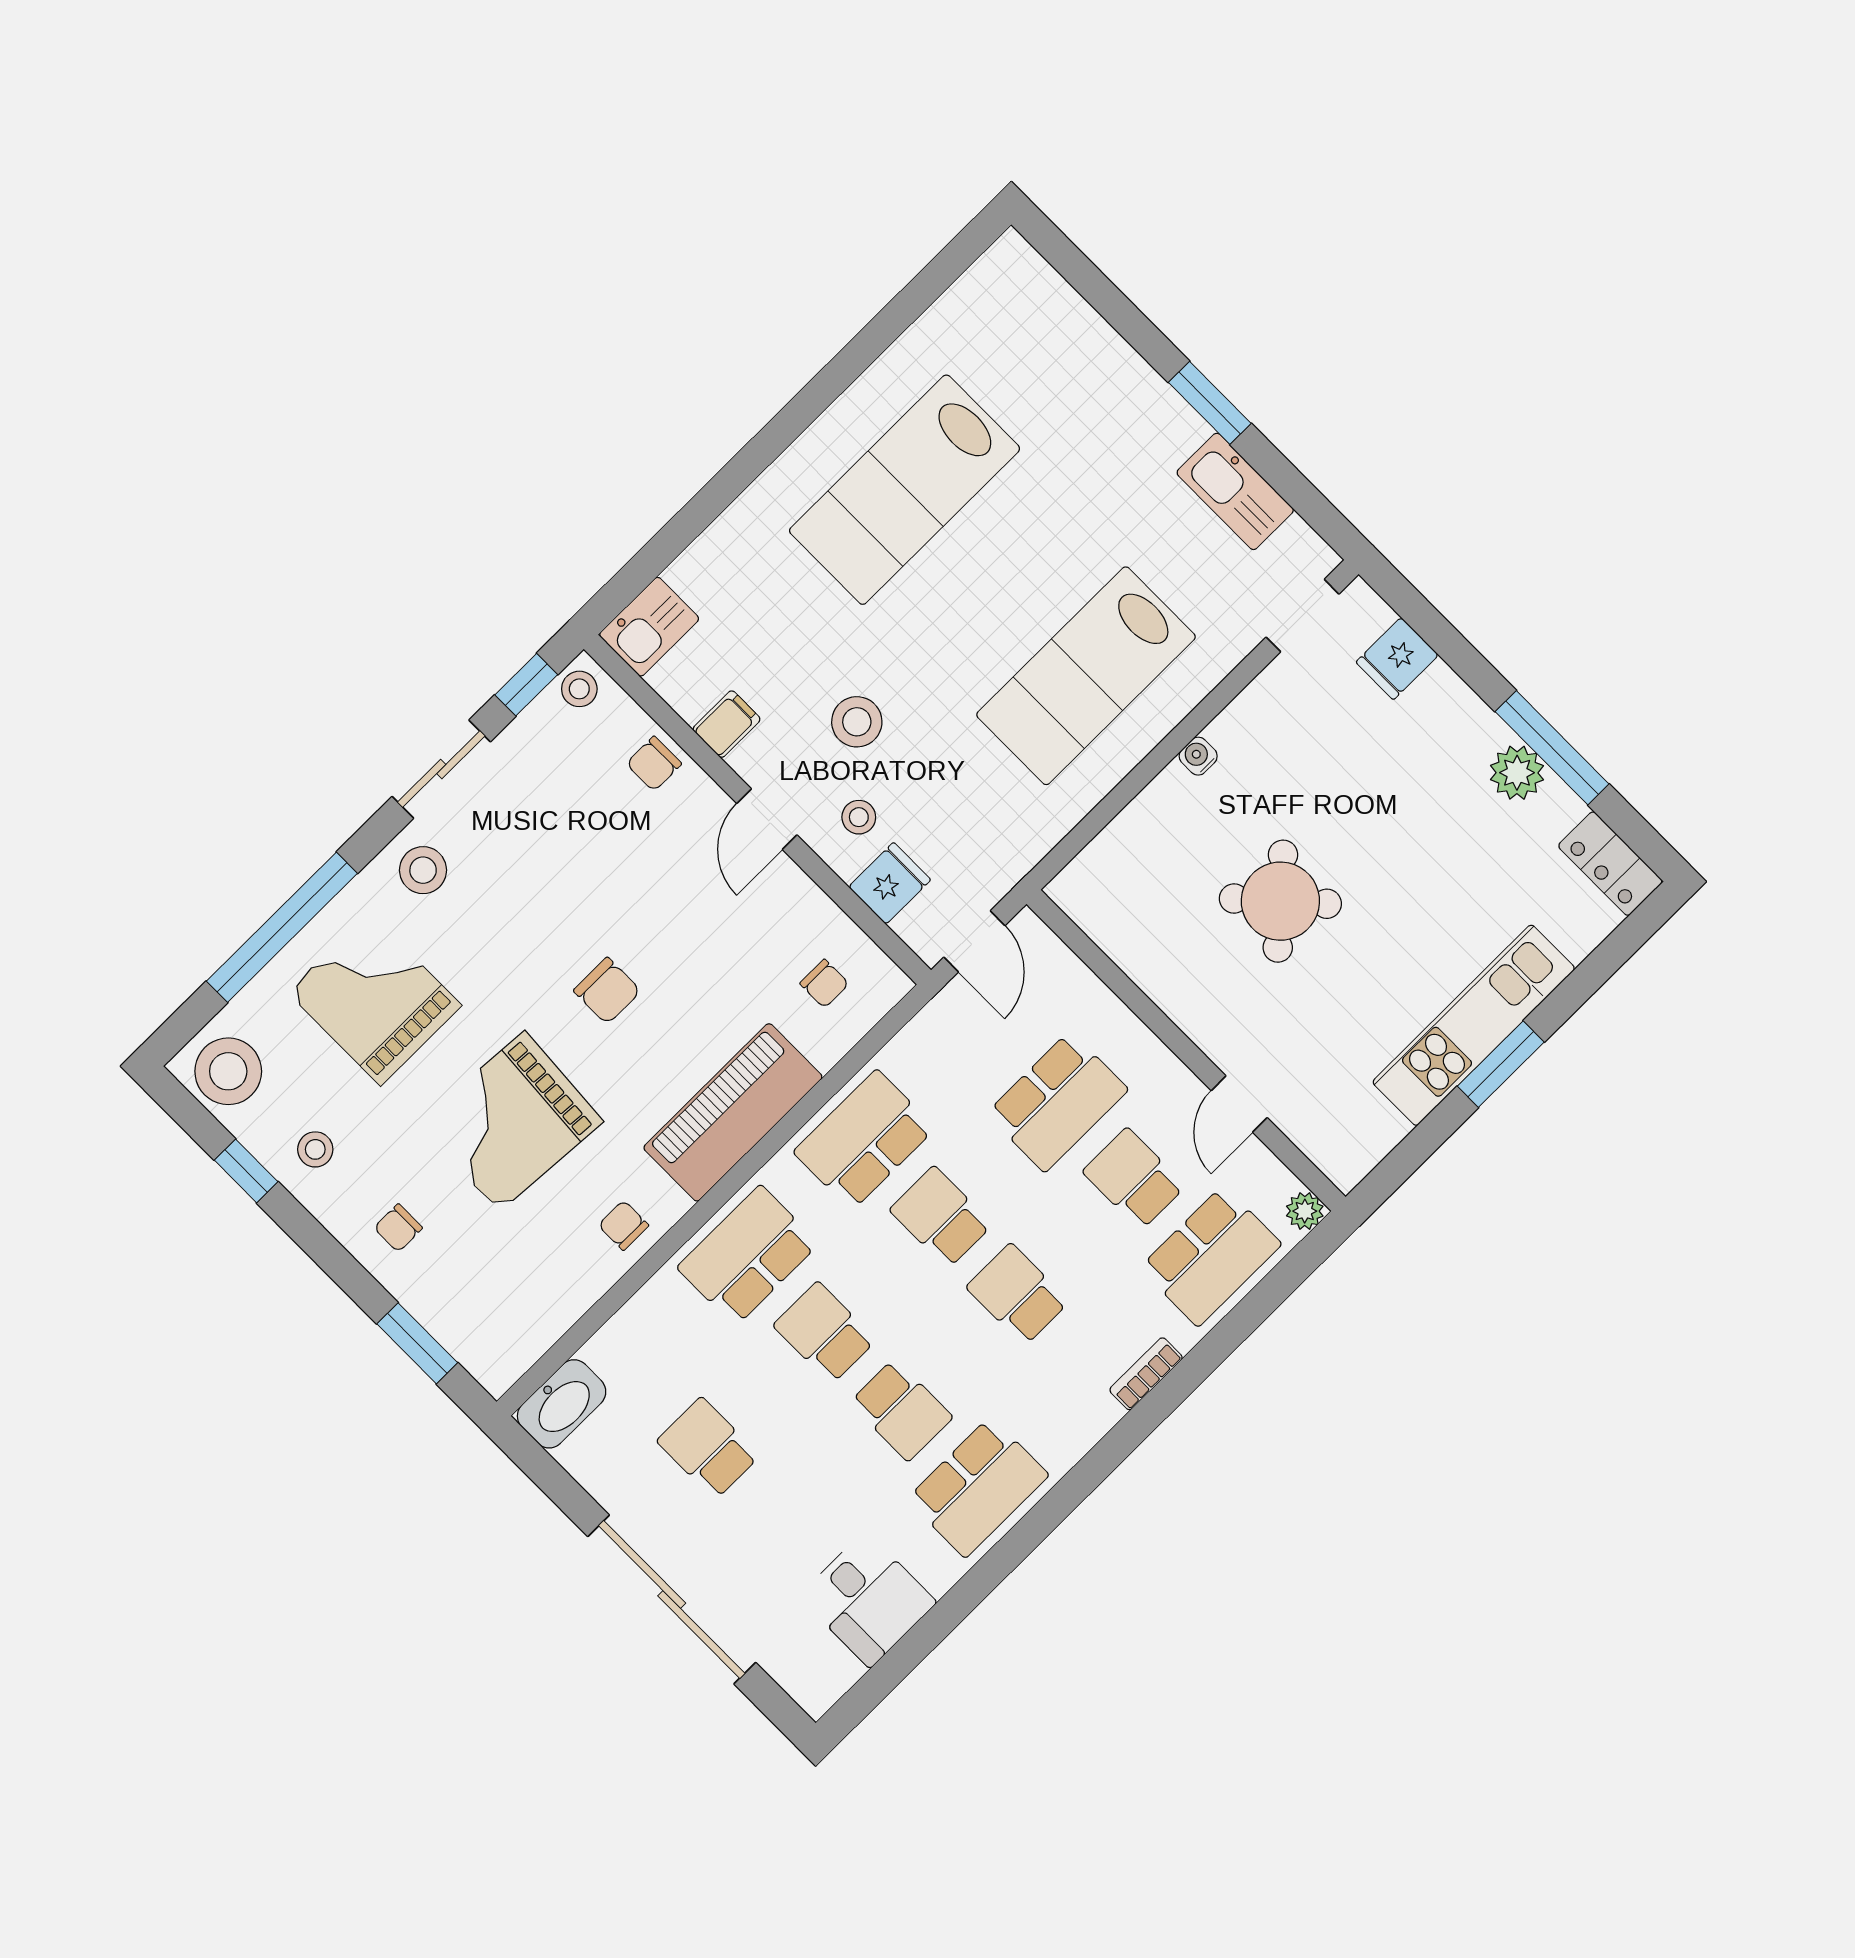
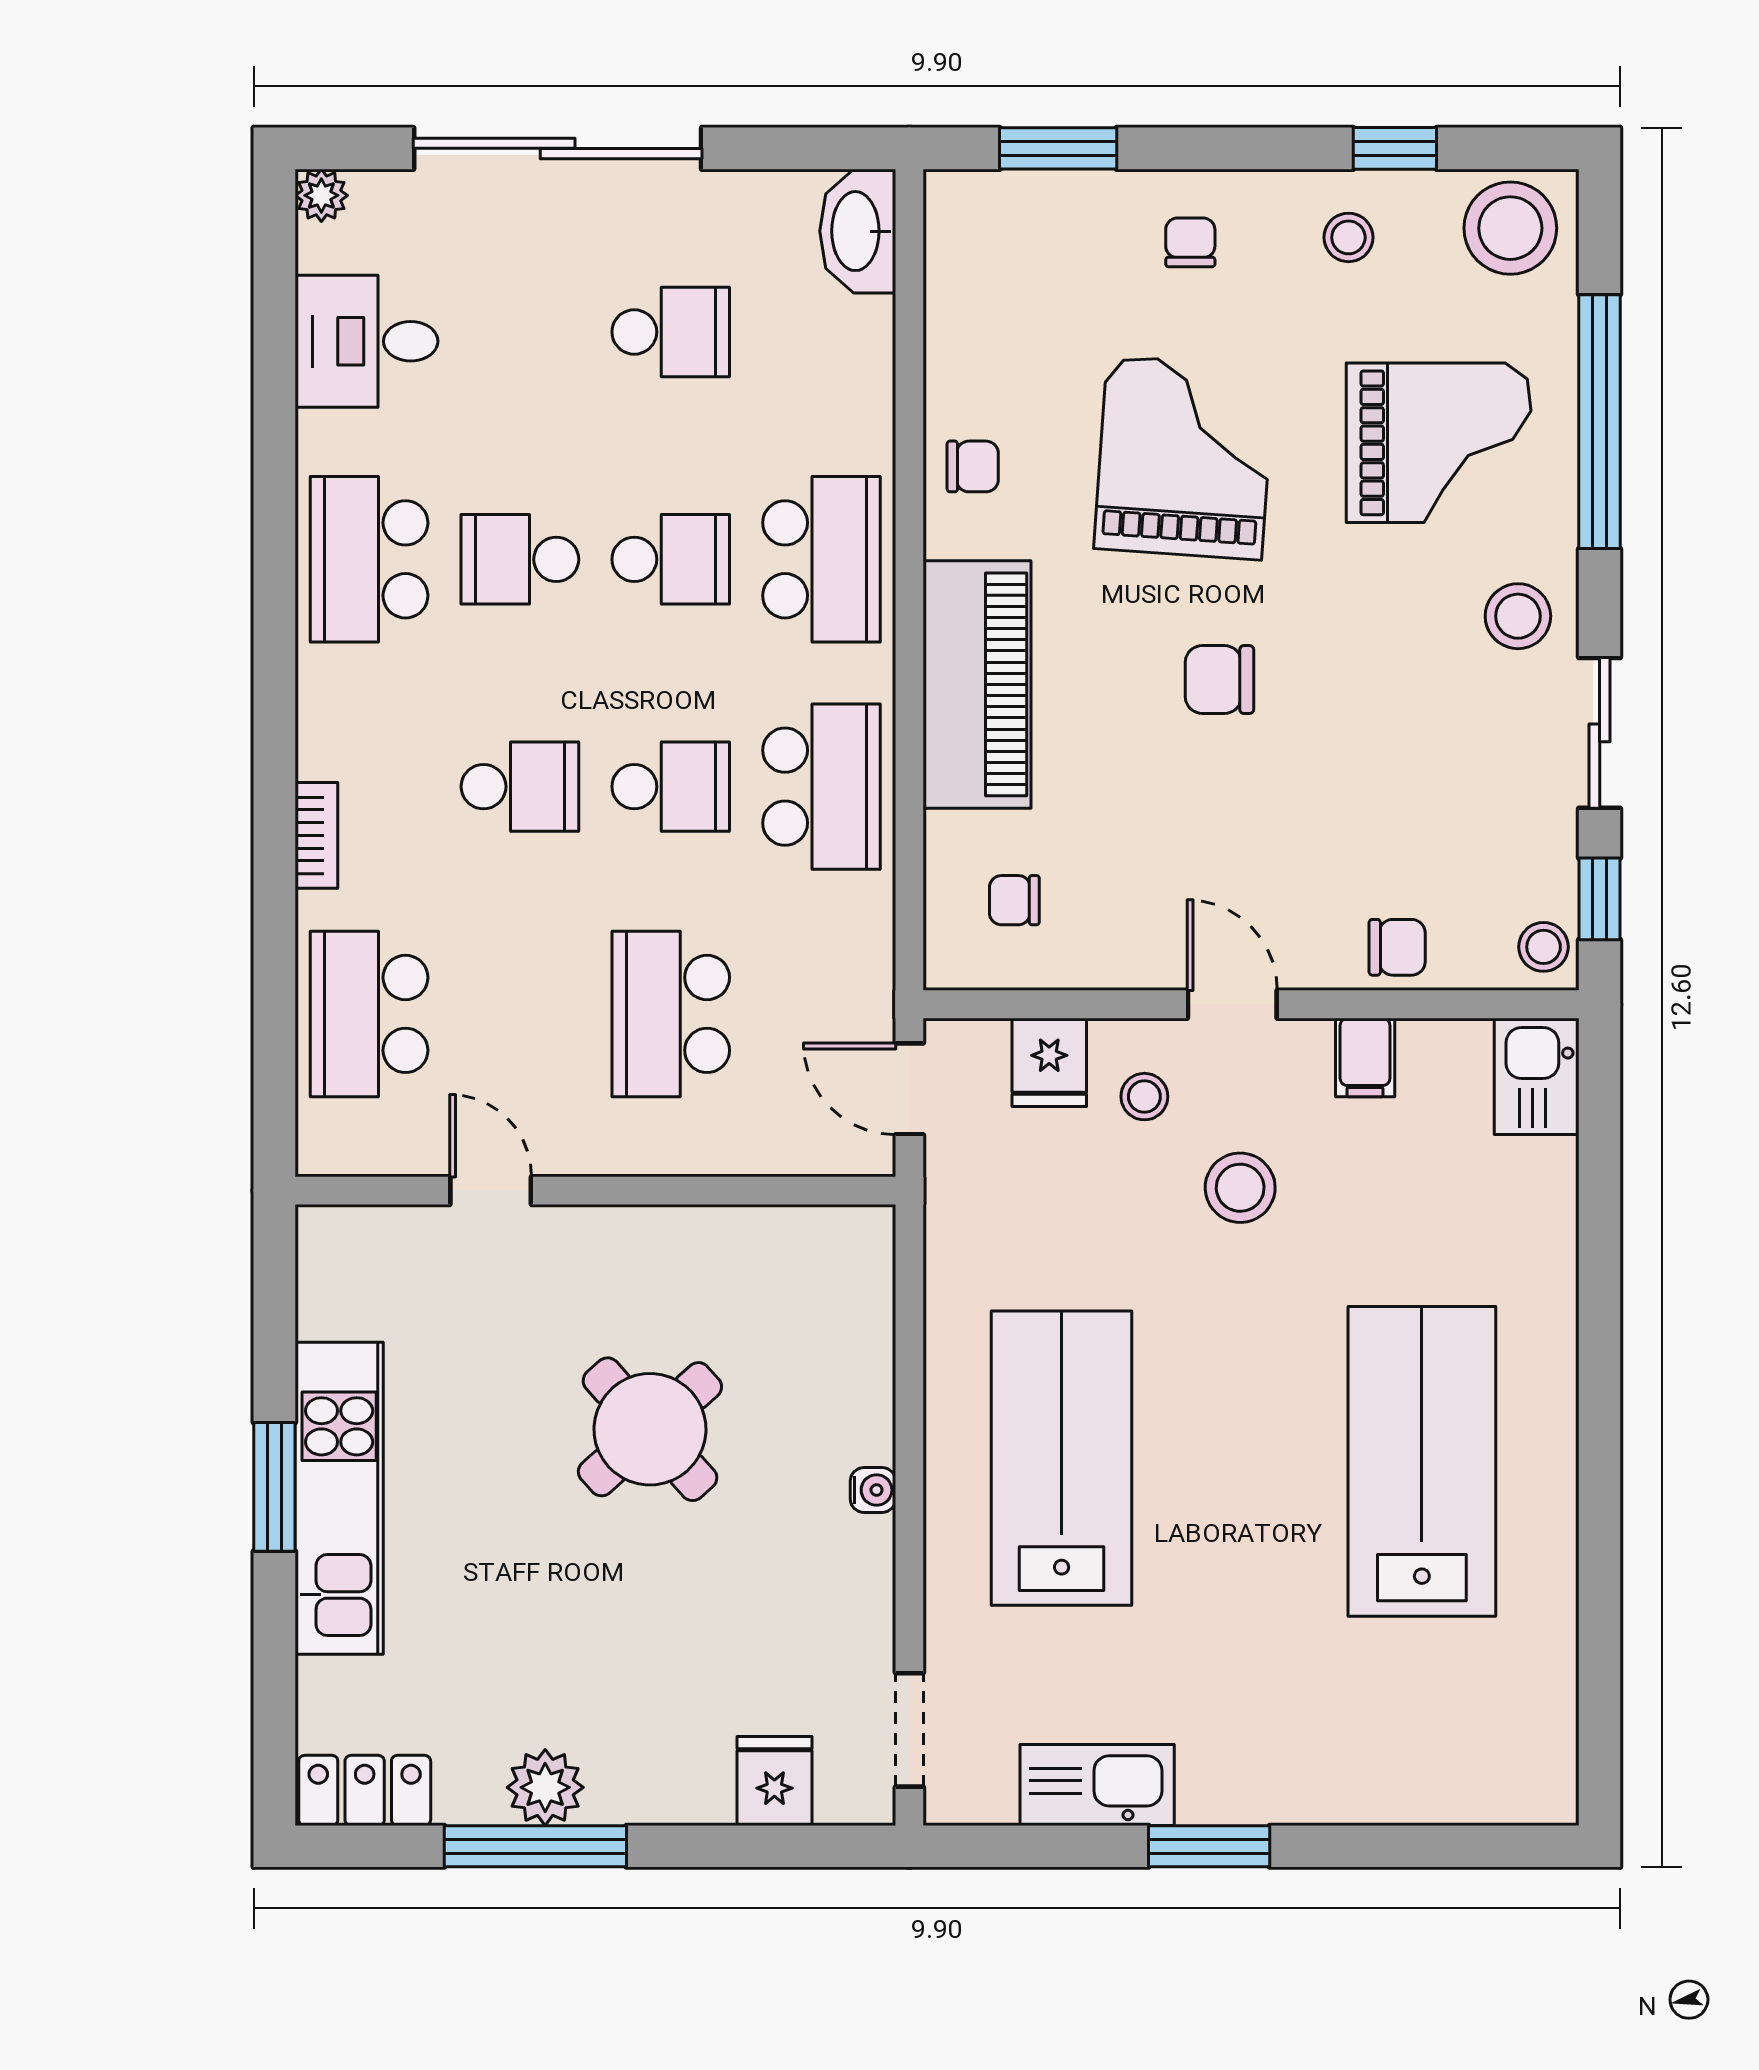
chair: (654, 764) -> (1397, 947), turned 90
school desk: (1134, 1179) -> (520, 1014), removed
plant: (1305, 1211) -> (321, 195), moved

